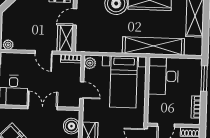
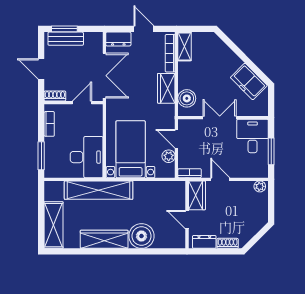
door: (75, 17) -> (187, 220), swing flipped
plant: (90, 63) -> (169, 156), moved
double door: (43, 108) -> (220, 118), swing flipped

